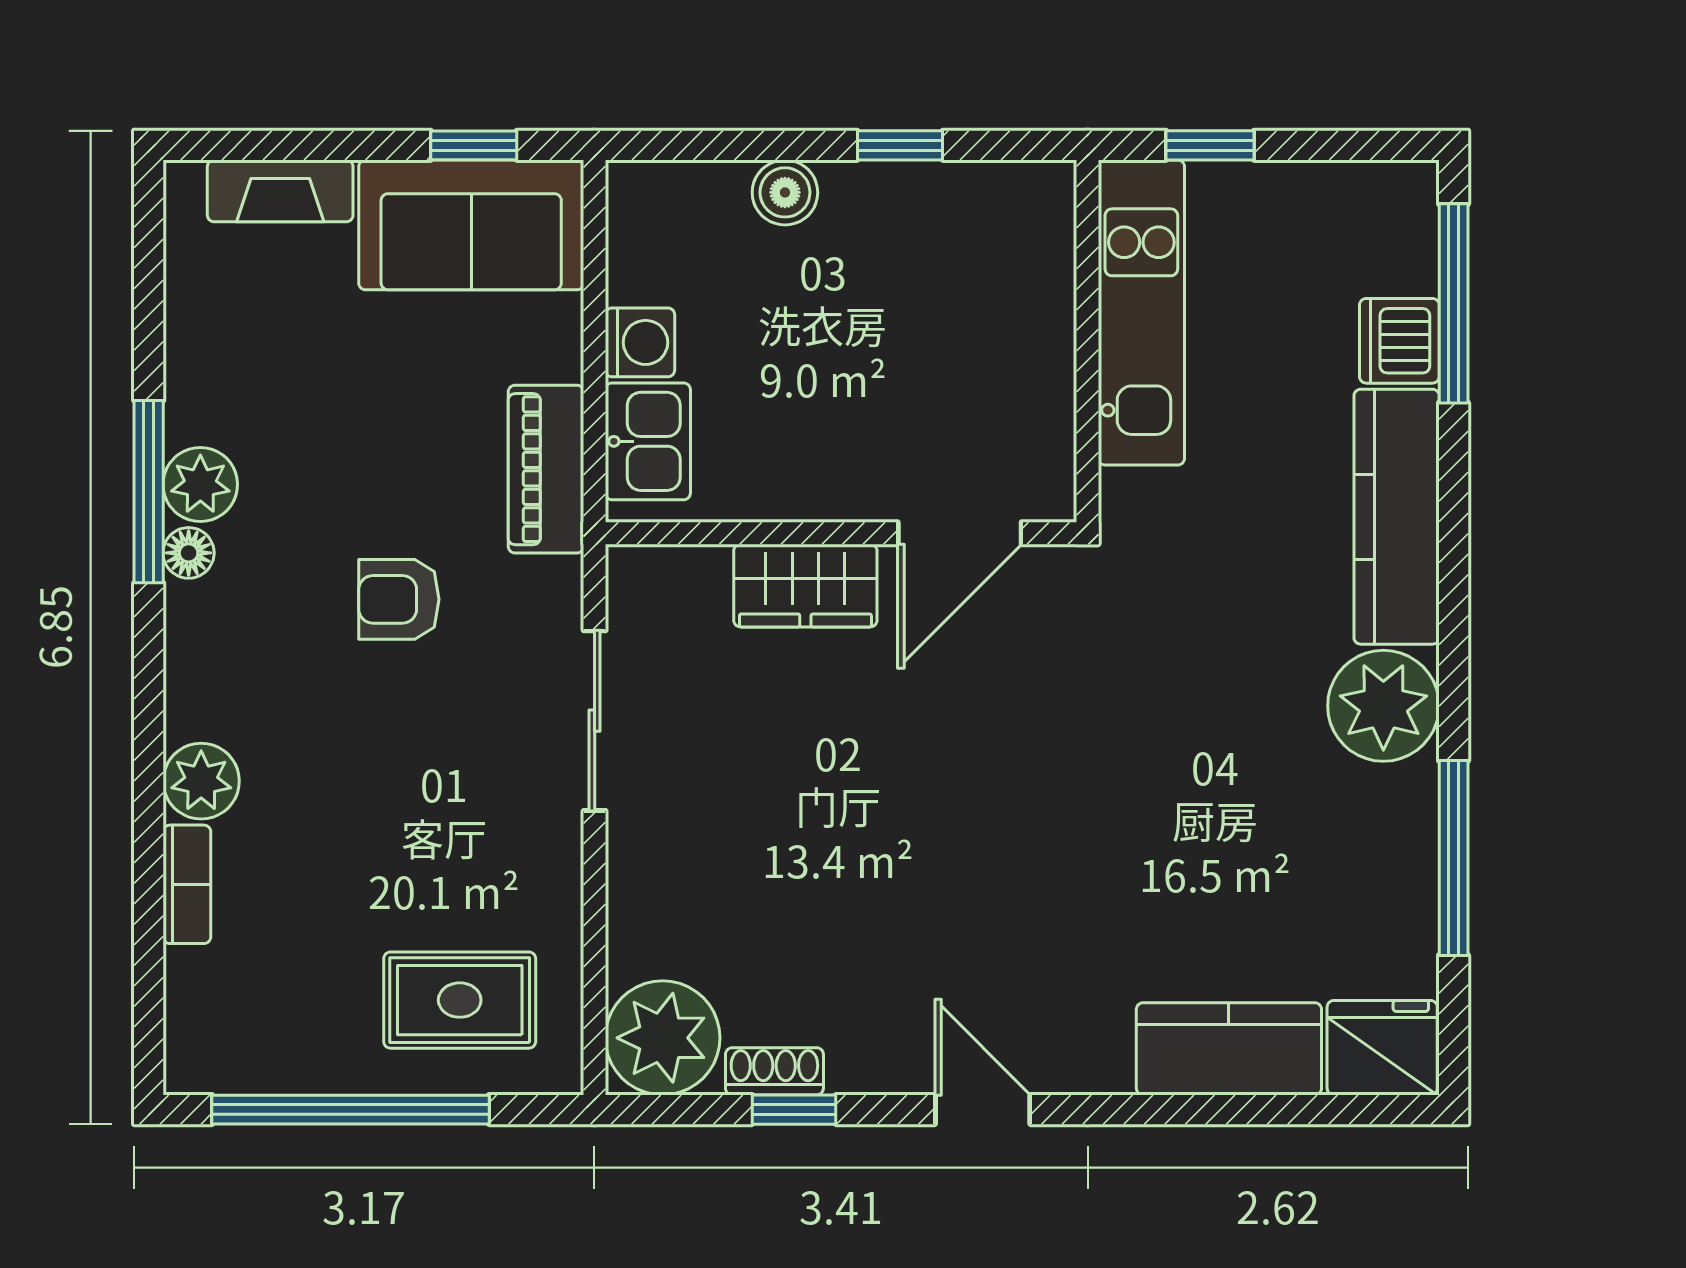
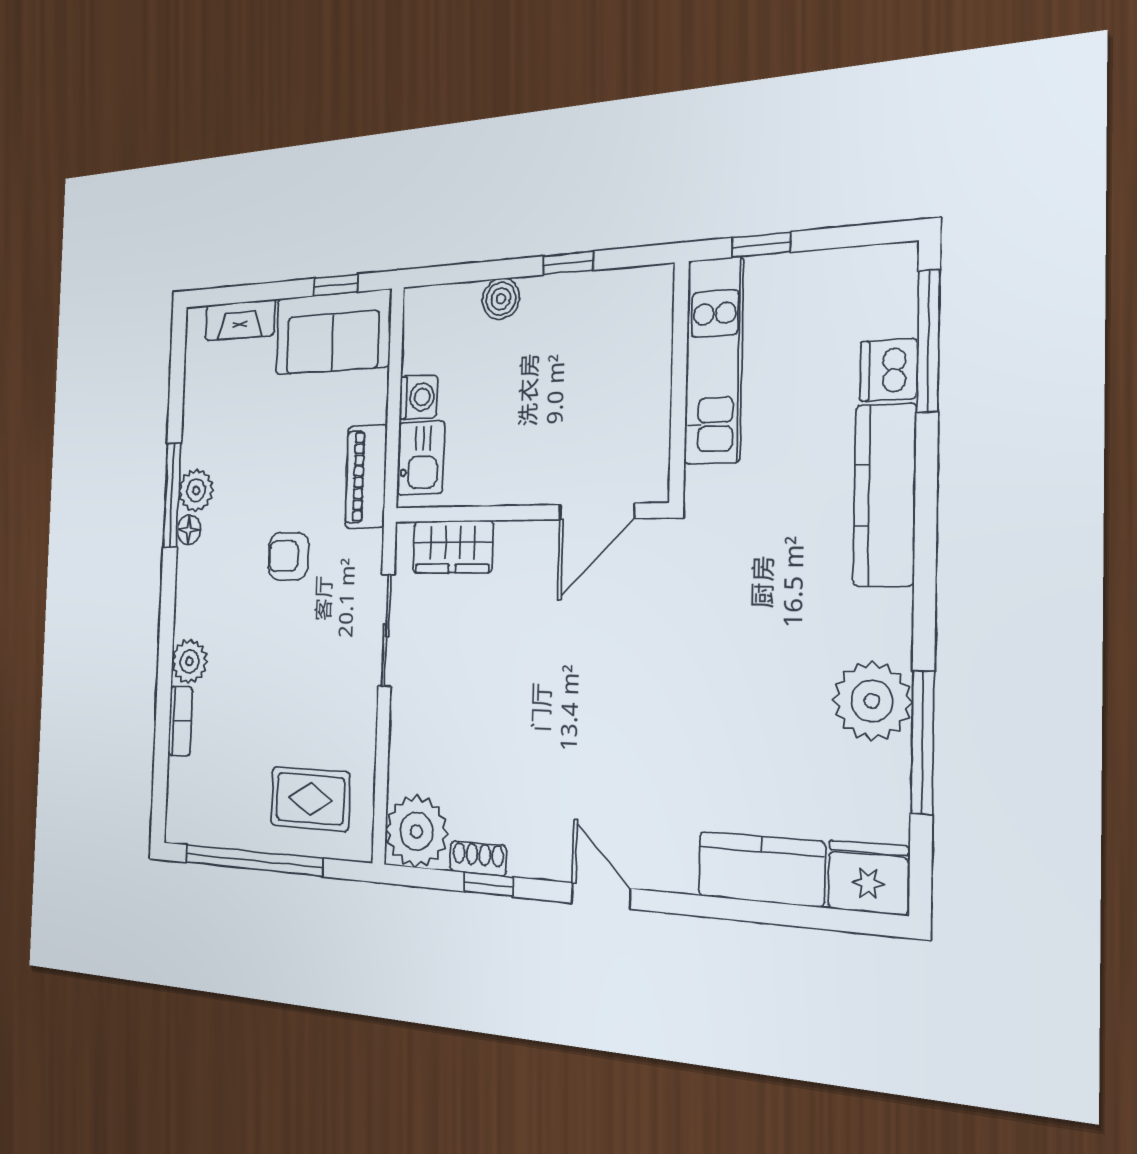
wardrobe: (805, 586) -> (453, 547), moved
plant: (1383, 706) -> (872, 701), moved

